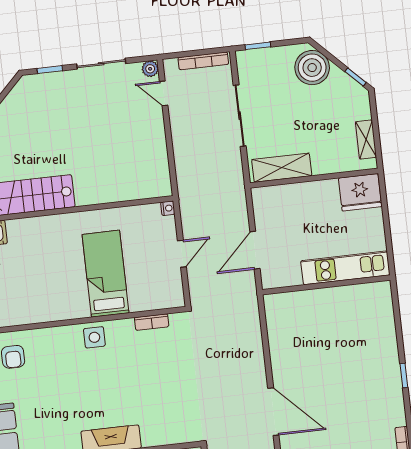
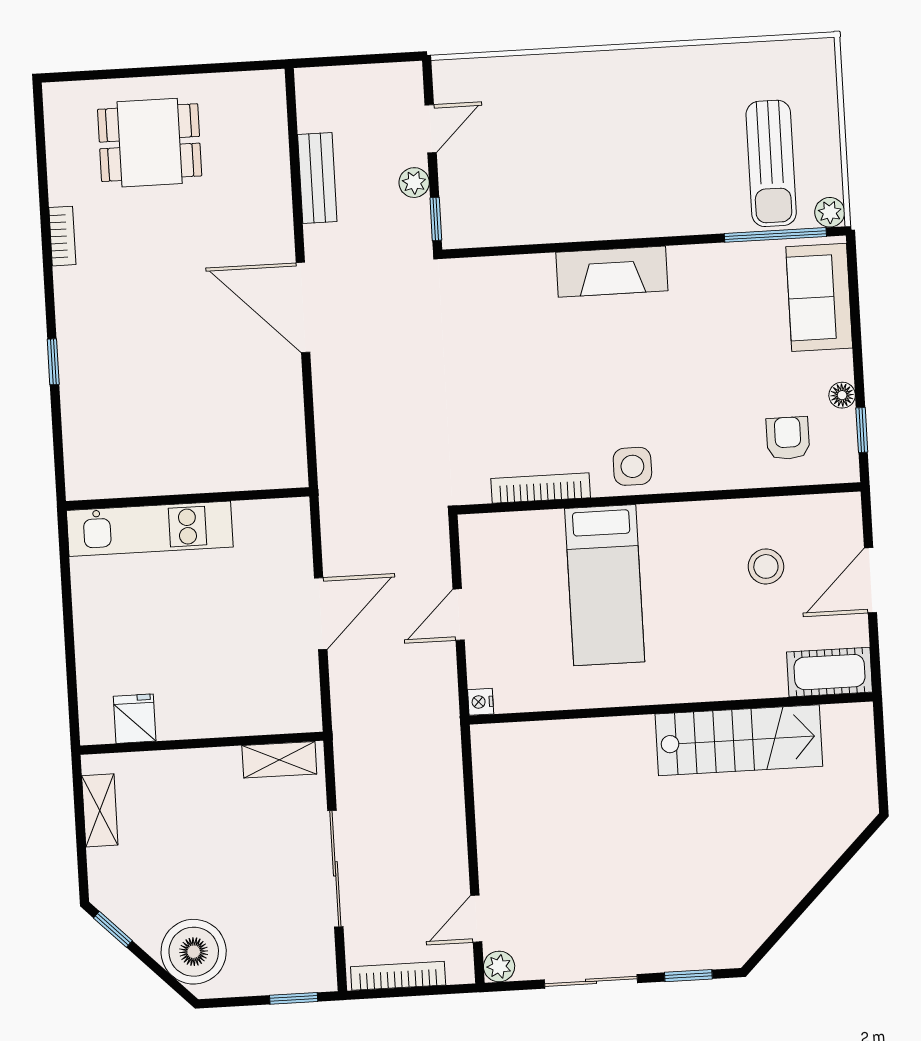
door: (164, 93) -> (476, 919), swing flipped
shelving: (282, 168) -> (279, 760), width x0.67, depth x0.75
fridge: (360, 192) -> (135, 719), width x0.53, depth x0.75
kitchen unit: (345, 268) -> (150, 529), moved
wall: (326, 285) -> (188, 499), moved
stool: (21, 288) -> (766, 566), added
bookcase: (152, 322) -> (541, 488), width x1.56

